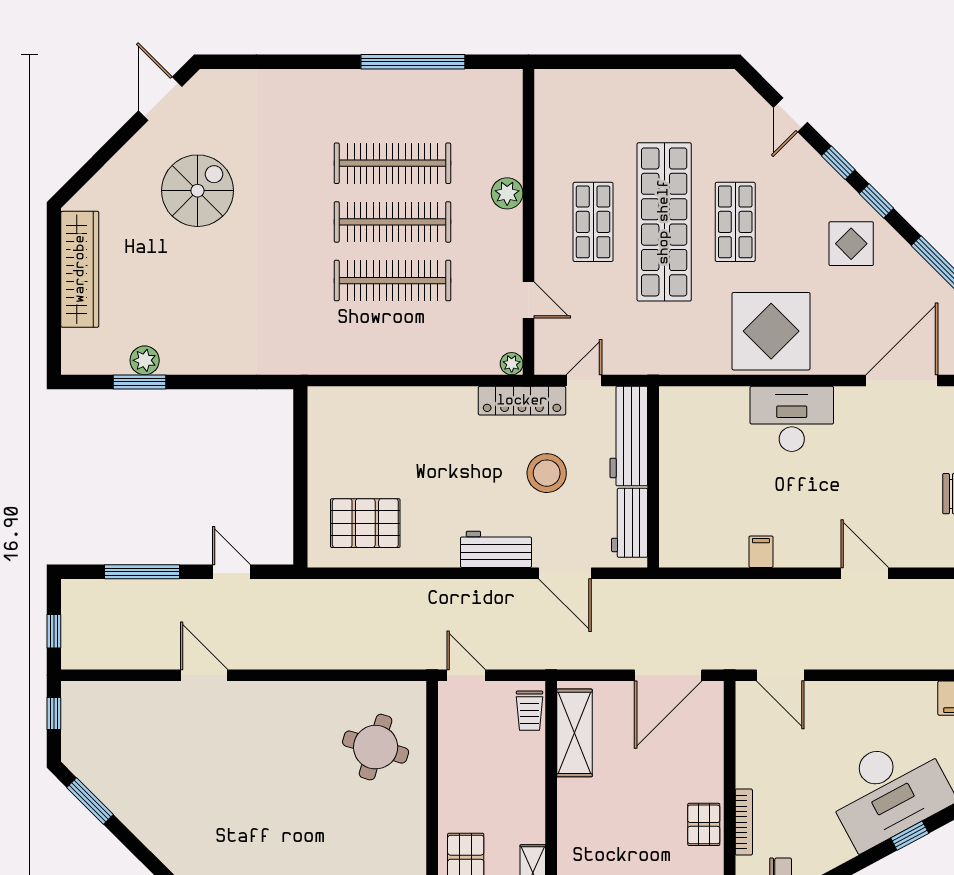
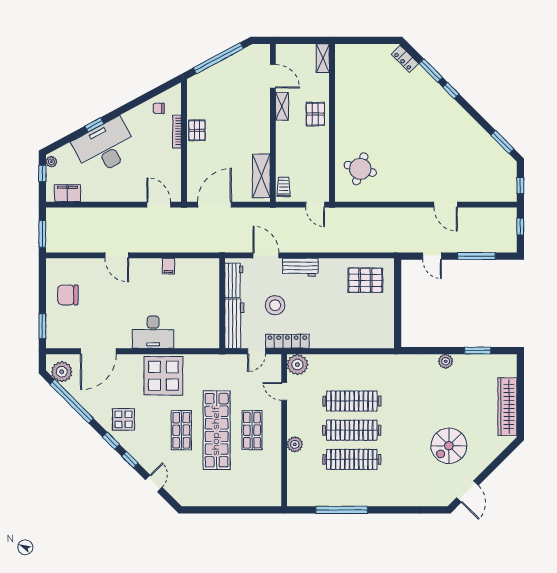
plant: (145, 360) -> (446, 361), moved
plant: (512, 364) -> (297, 365), width x1.87, depth x1.87

